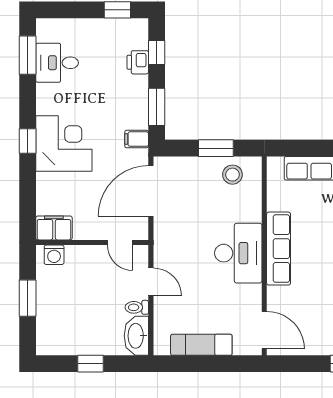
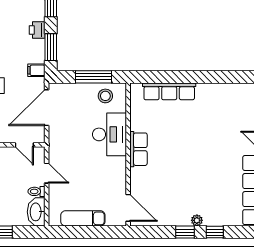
printer: (138, 62) -> (37, 30), moved
window: (216, 148) -> (93, 77), width x1.44
row of seats: (279, 249) -> (139, 149), width x0.68
desk: (238, 253) -> (109, 134), moved

